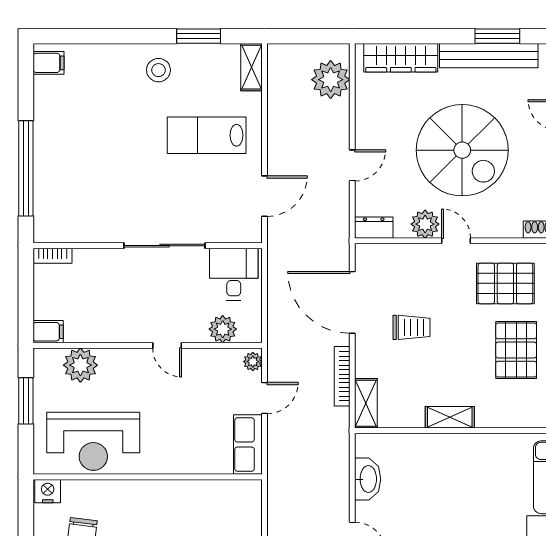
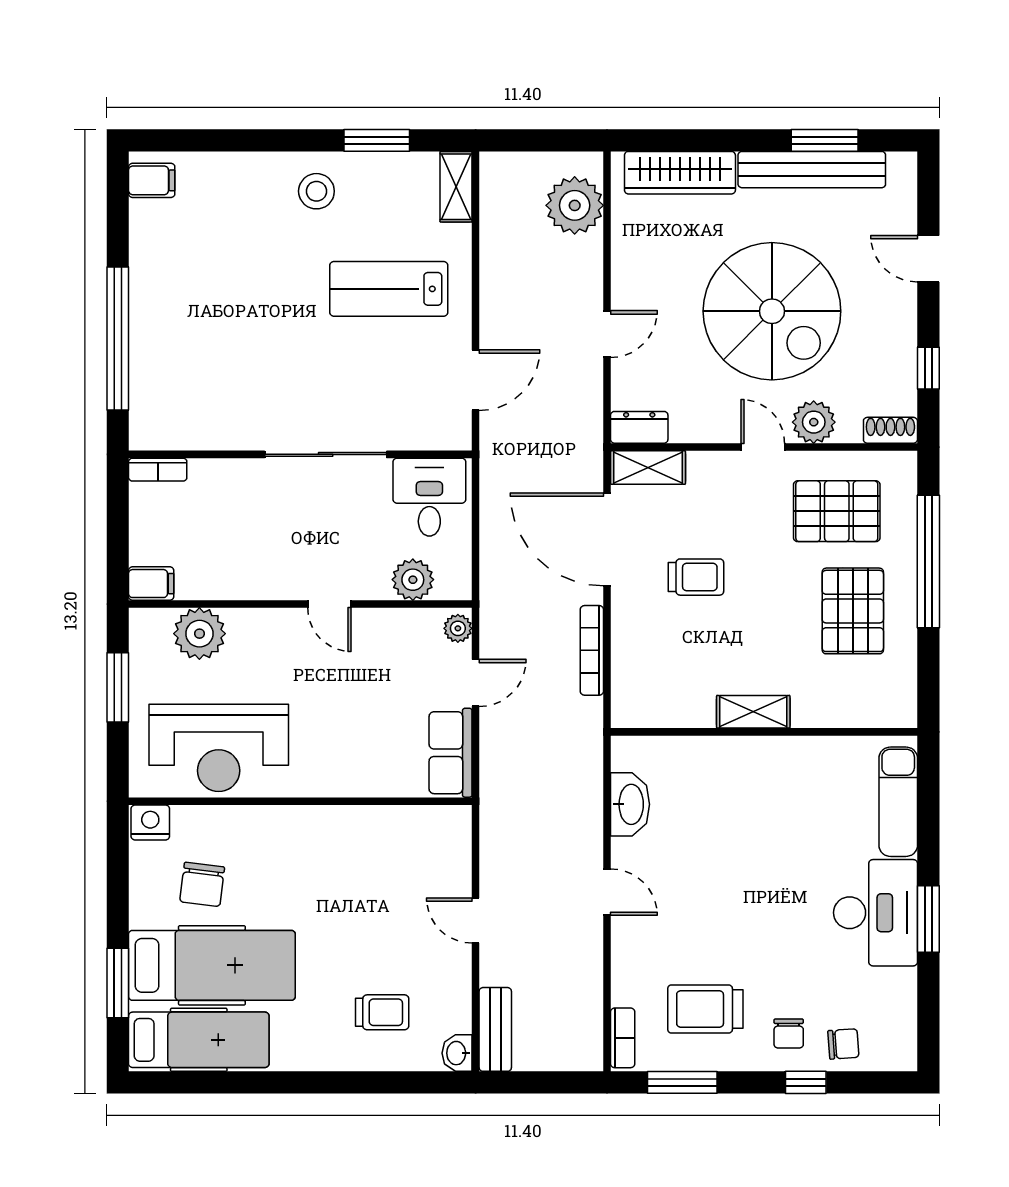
plant: (425, 224) -> (814, 422), moved
shelving: (366, 403) -> (648, 468), moved, turned 90

